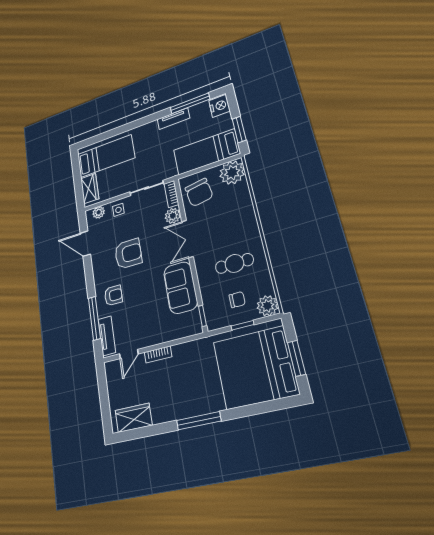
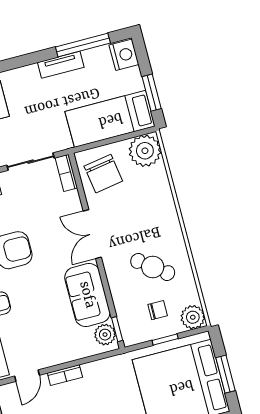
plant: (173, 216) -> (105, 335), moved
cafe table: (234, 263) -> (153, 267), turned 37

